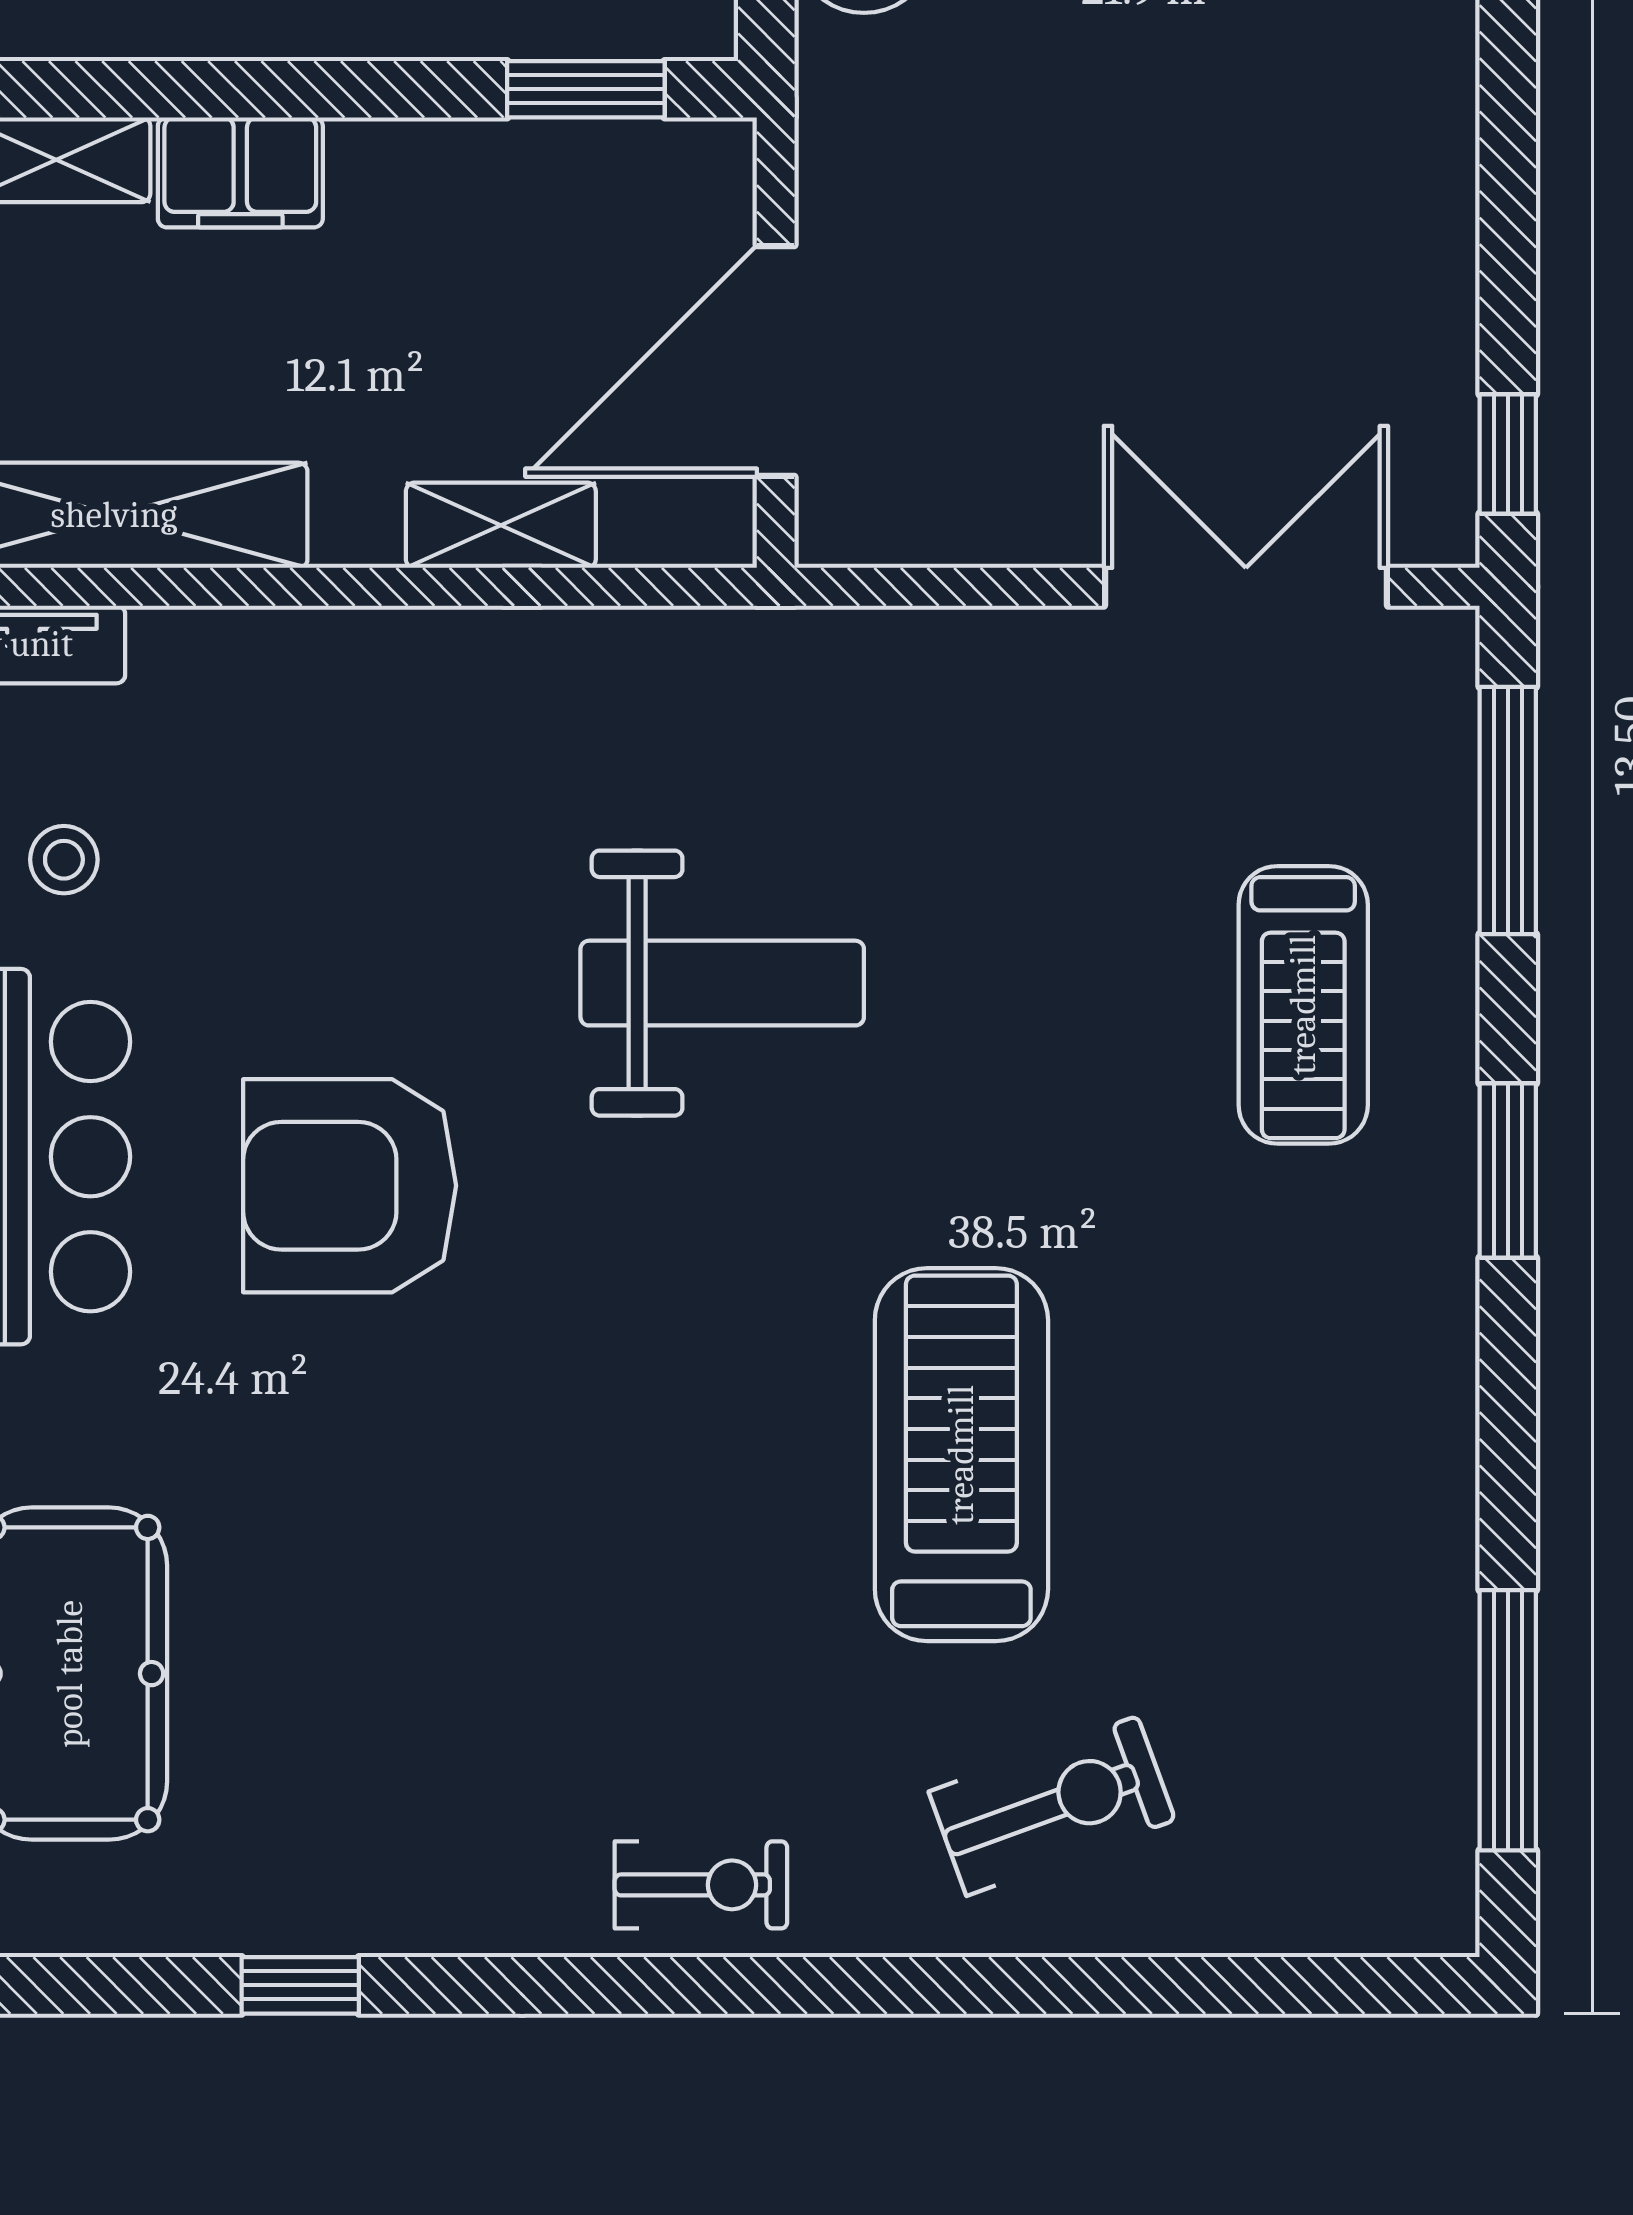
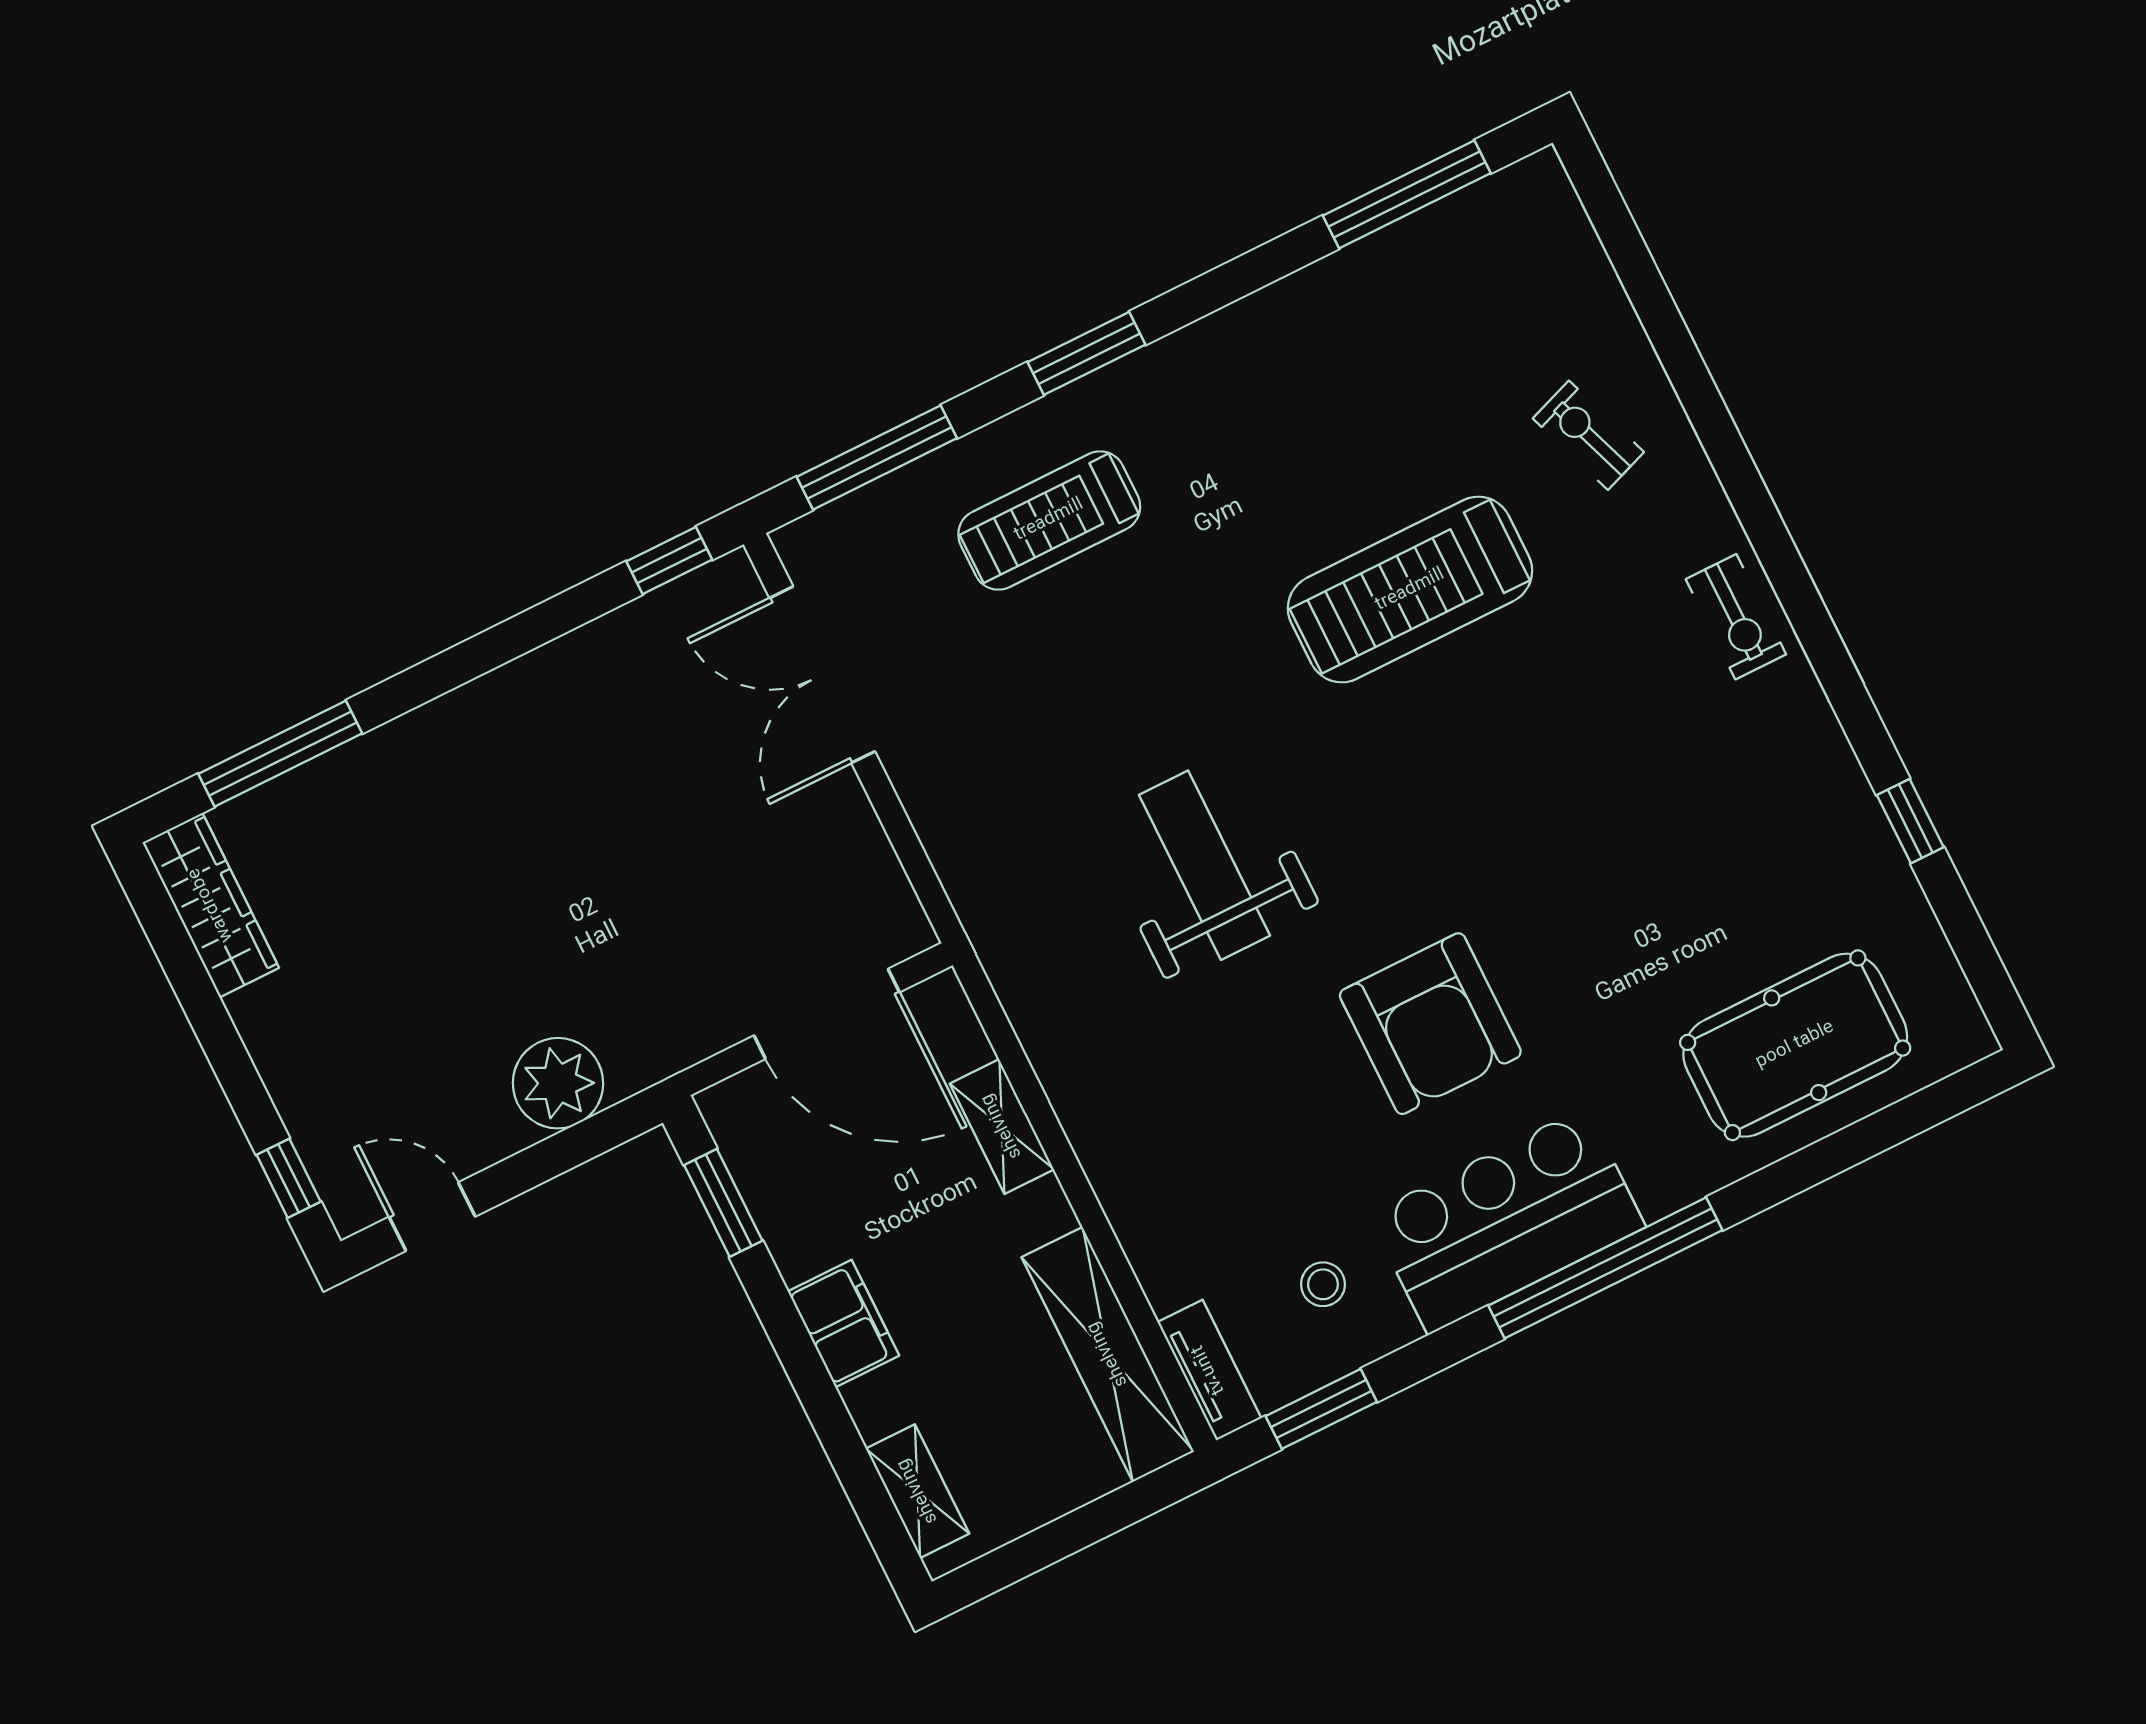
filing cabinet: (240, 172) -> (844, 1324), moved
treadmill: (1303, 1005) -> (1049, 520), turned 180
exercise bike: (1052, 1806) -> (1588, 435), width x0.73, depth x0.72
exercise bike: (701, 1885) -> (1736, 617), turned 180

